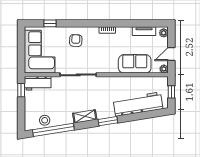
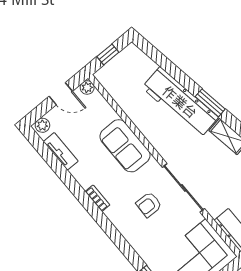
armchair: (76, 40) -> (149, 205), moved
sofa: (135, 64) -> (125, 146), moved
workbench: (138, 104) -> (180, 102), moved

